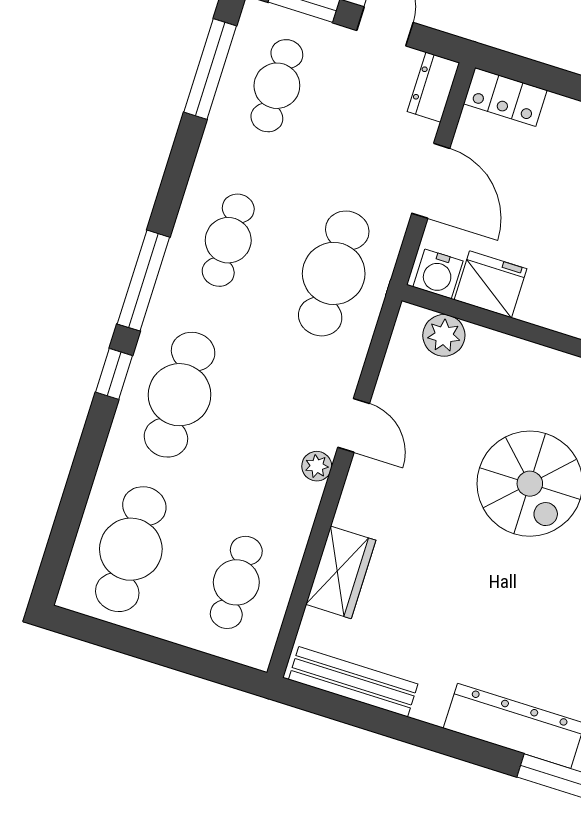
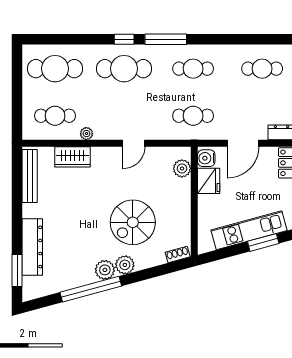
window: (210, 69) -> (260, 39), removed
cafe table: (334, 273) -> (193, 116), width x0.73, depth x0.74
plant: (317, 466) -> (86, 134), moved

